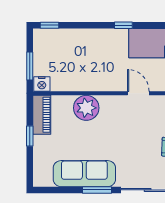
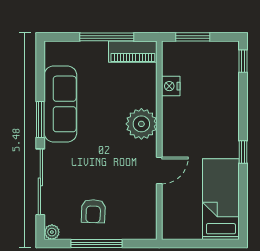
nightstand: (42, 84) -> (171, 86), moved
plant: (86, 108) -> (141, 124), moved
window: (30, 136) -> (107, 37), width x2.17

